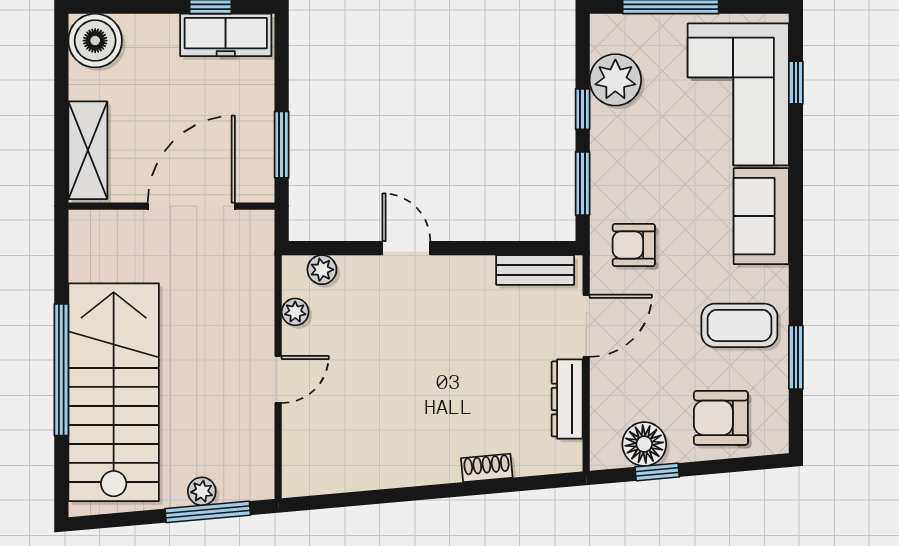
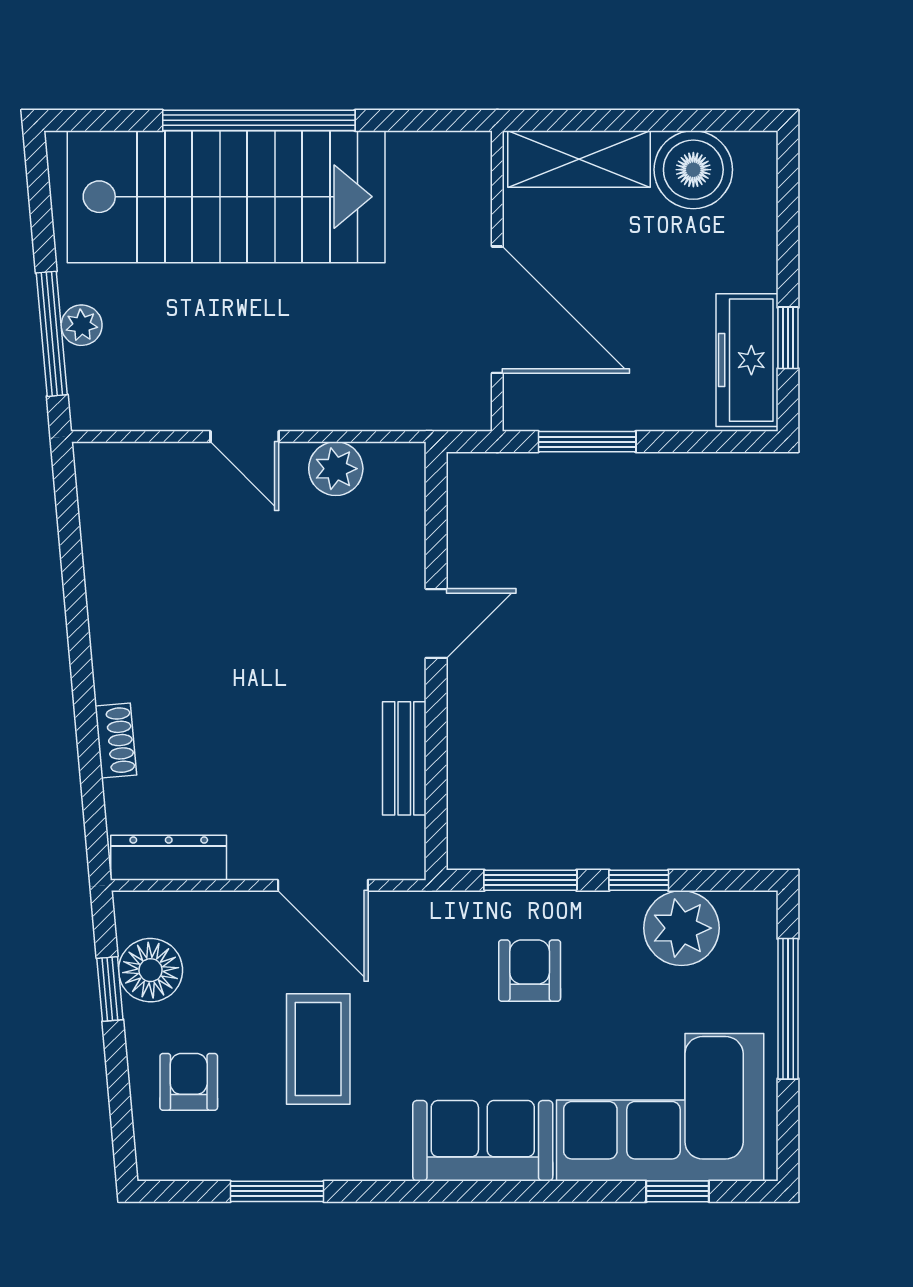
boiler: (95, 41) -> (693, 170), moved
armchair: (634, 245) -> (530, 971), moved
plant: (322, 270) -> (405, 500), removed
bench: (535, 270) -> (404, 758), moved
plant: (295, 312) -> (336, 469), width x1.38, depth x1.38
coffee table: (739, 325) -> (318, 1049), moved
dresser: (567, 399) -> (169, 858), moved
armchair: (721, 418) -> (189, 1082), width x0.72, depth x0.72

